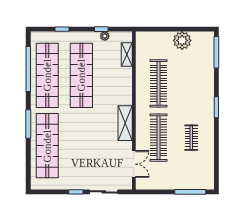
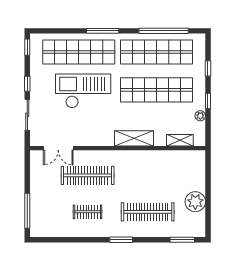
window: (101, 29) -> (208, 101), moved
window: (216, 52) -> (182, 240), width x0.69
clothes rail: (158, 83) -> (148, 212), moved
shelving: (125, 123) -> (134, 138), moved
checkout: (82, 142) -> (83, 91), added
window: (43, 192) -> (27, 47), added

